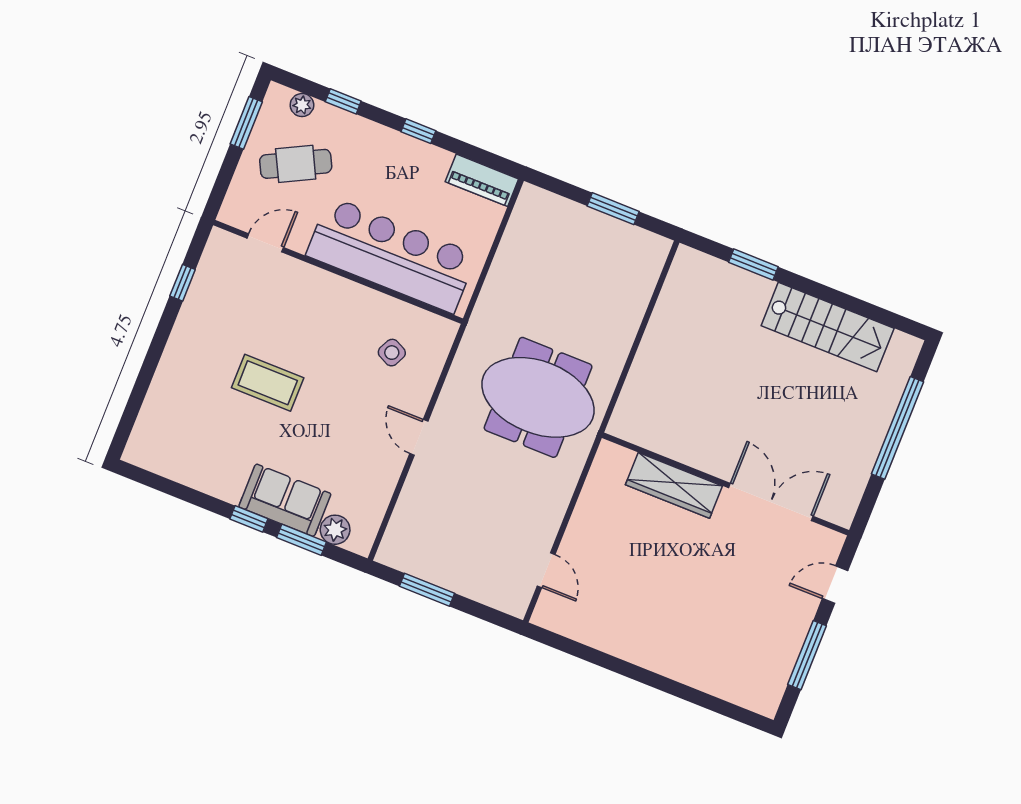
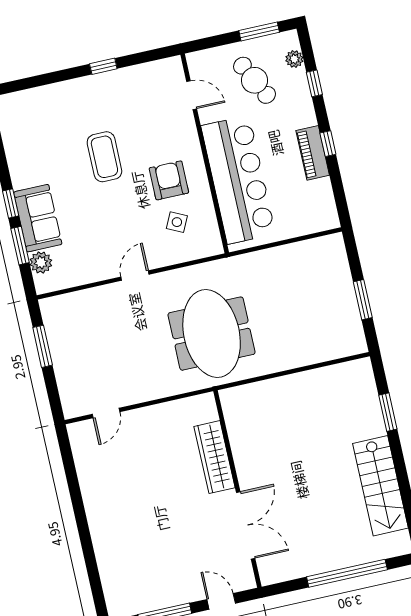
piano: (482, 180) -> (313, 153), moved
window: (183, 283) -> (103, 66), moved
armchair: (341, 330) -> (169, 180), added

